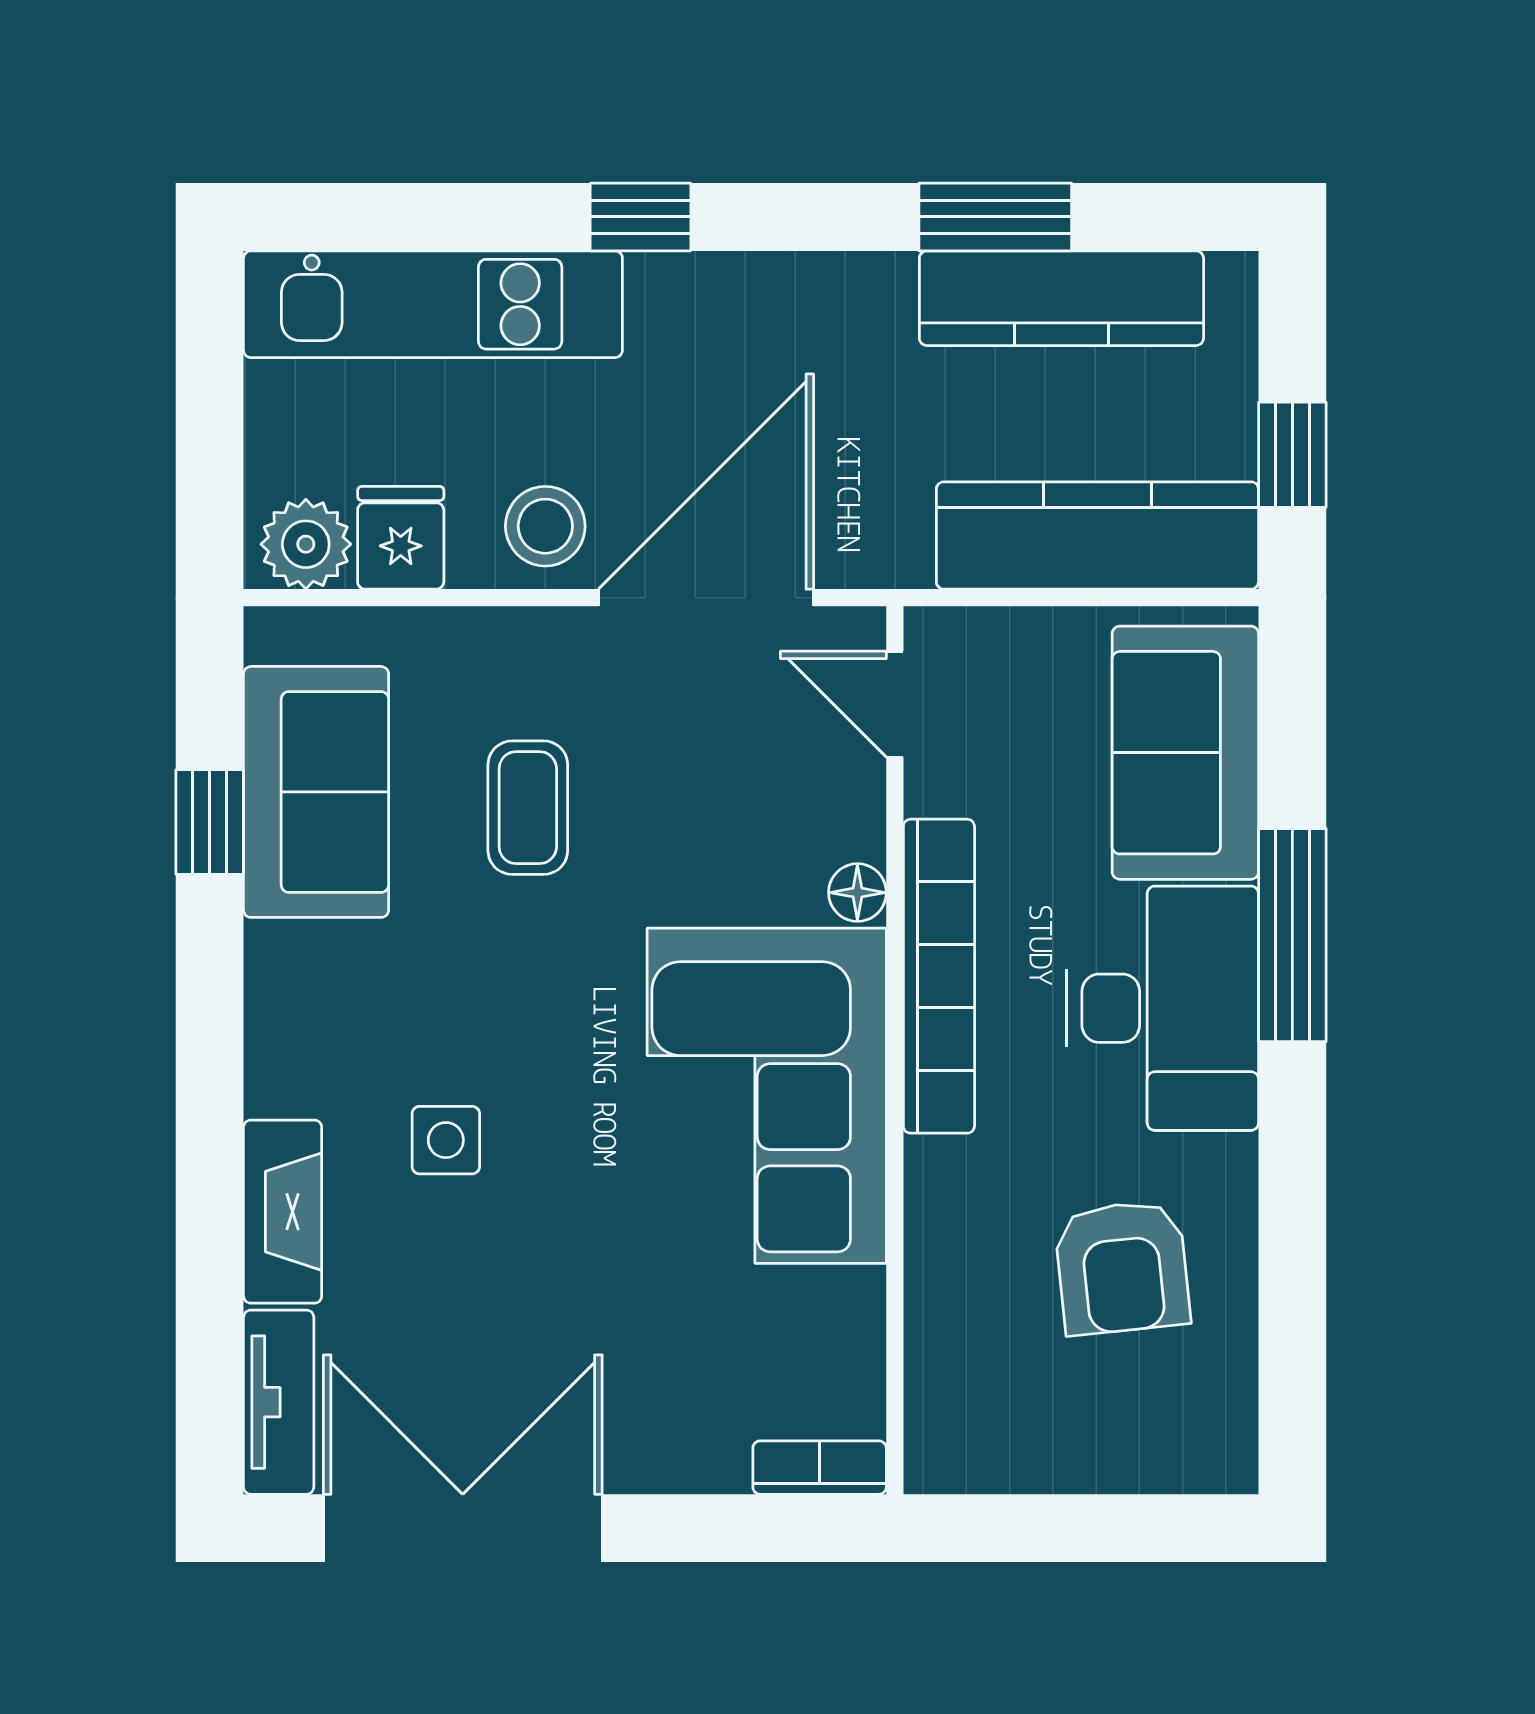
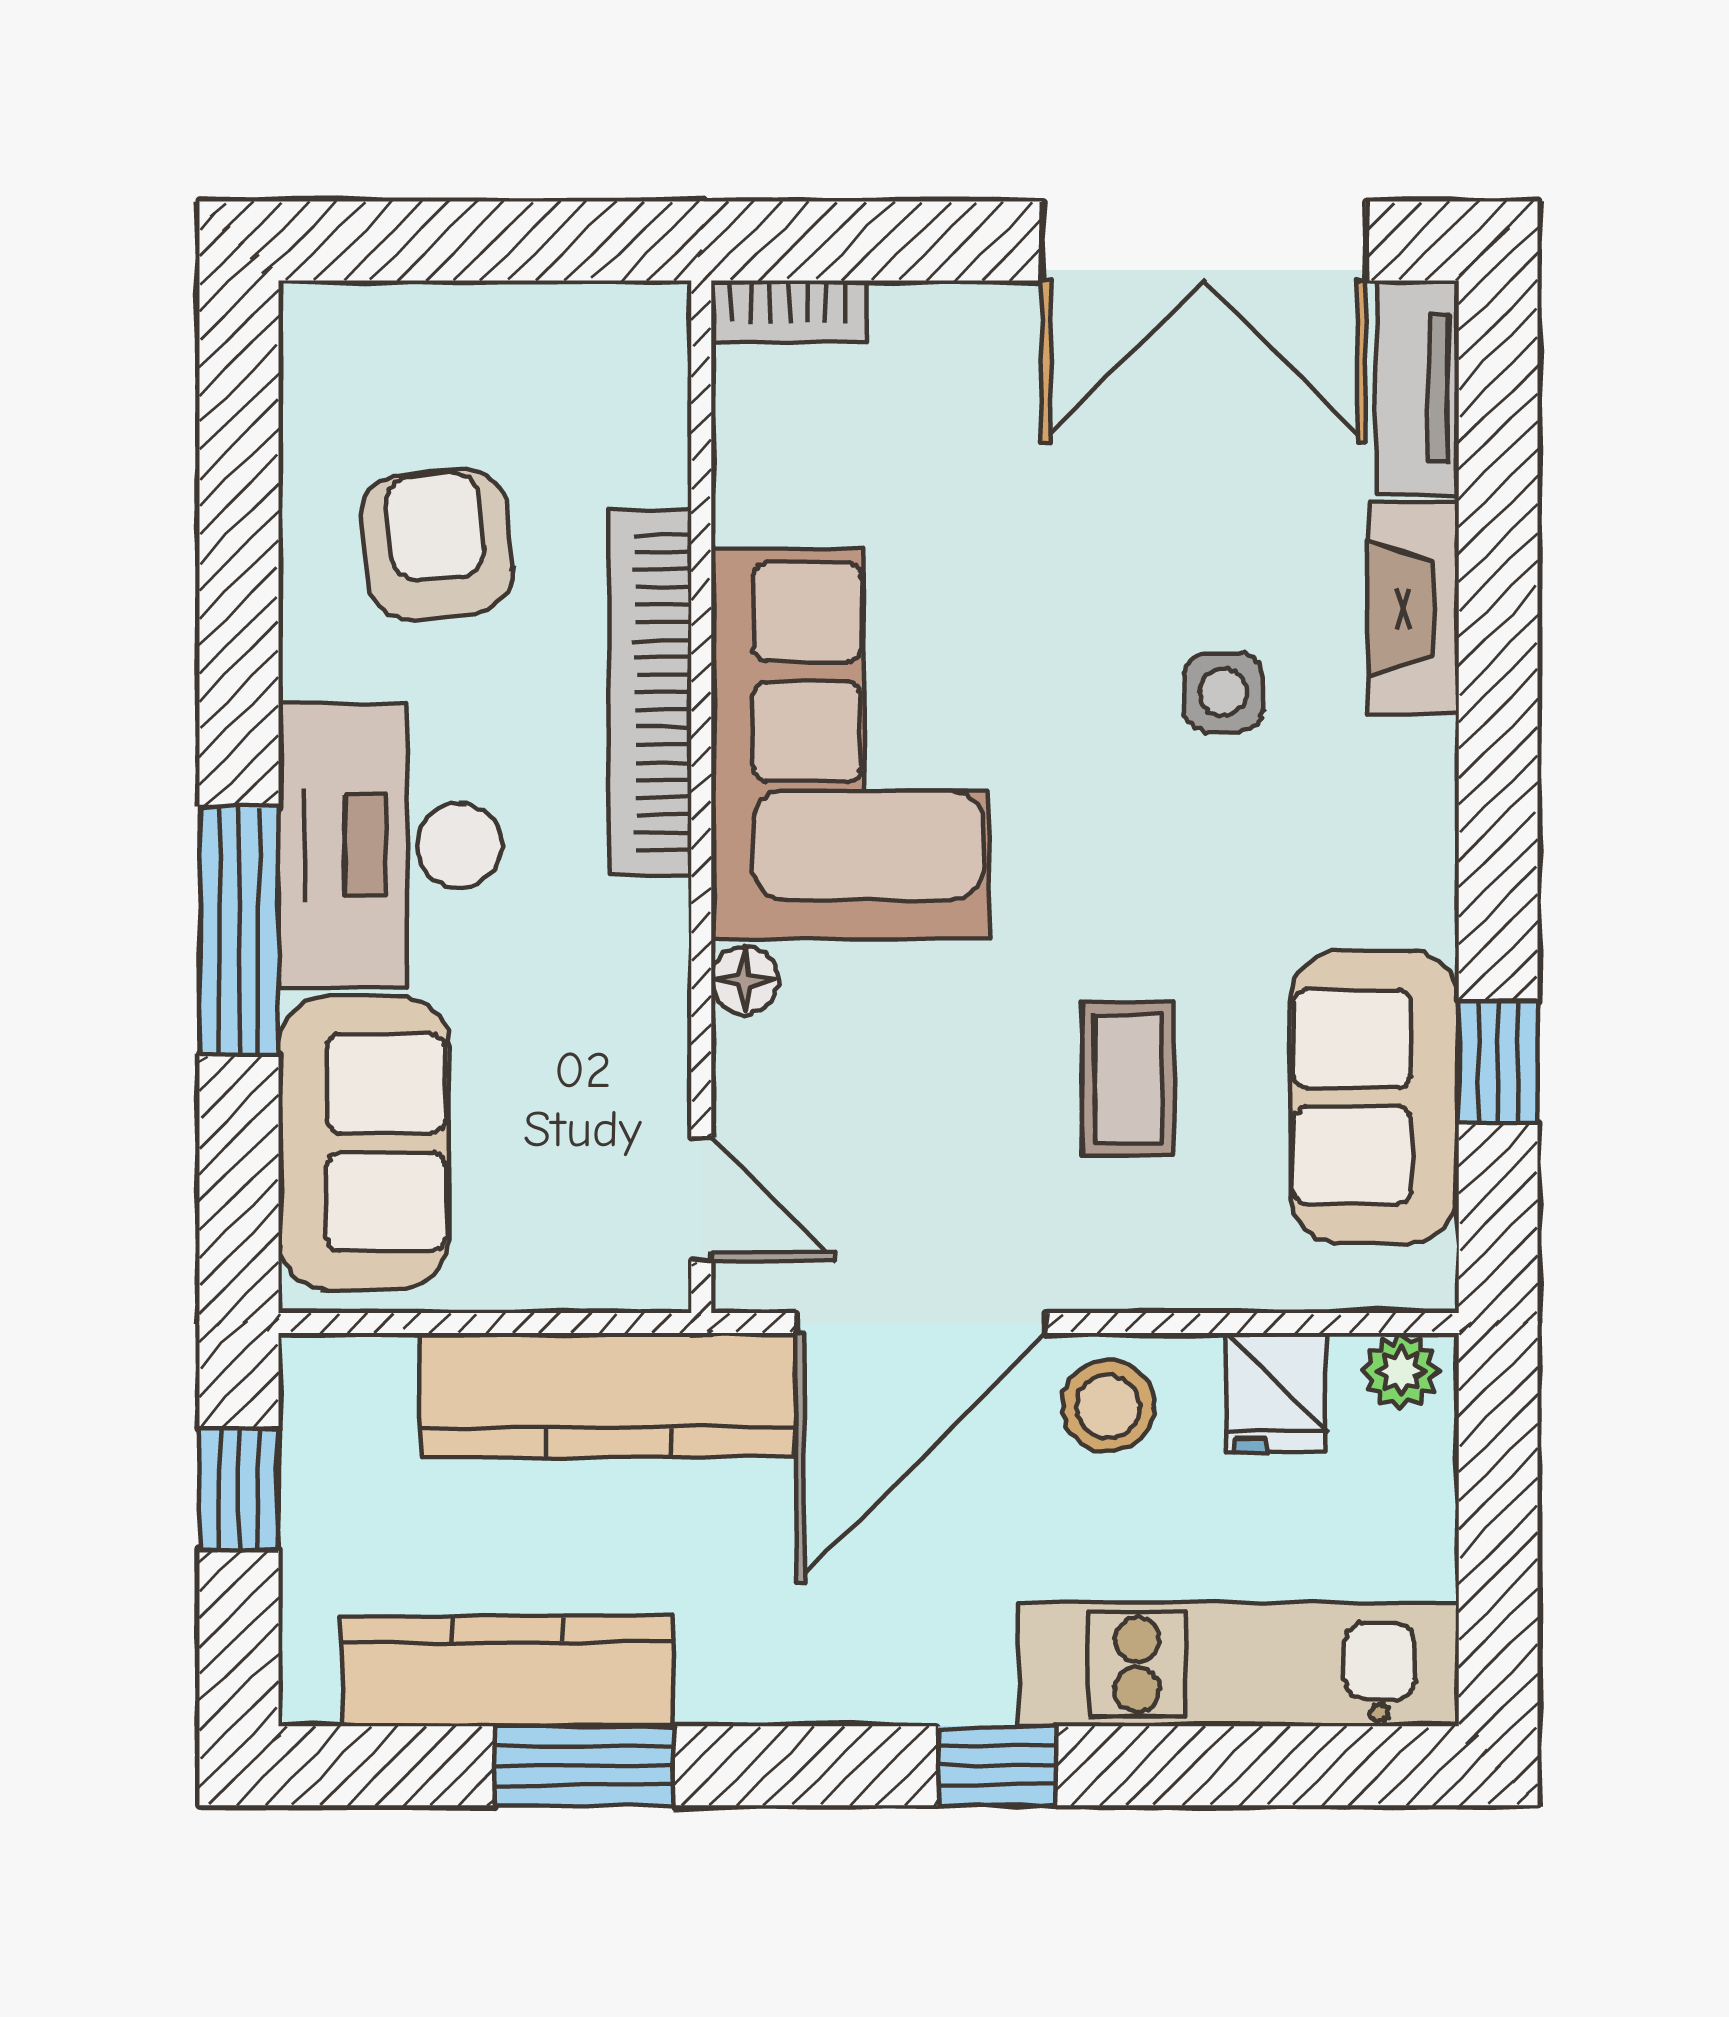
kitchen counter: (1097, 535) -> (607, 1395), moved
plant: (306, 544) -> (1401, 1371), width x0.73, depth x0.73
bookcase: (939, 976) -> (650, 693), moved

